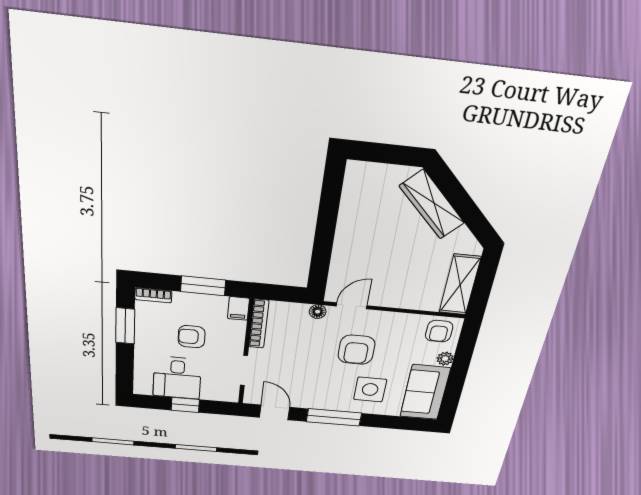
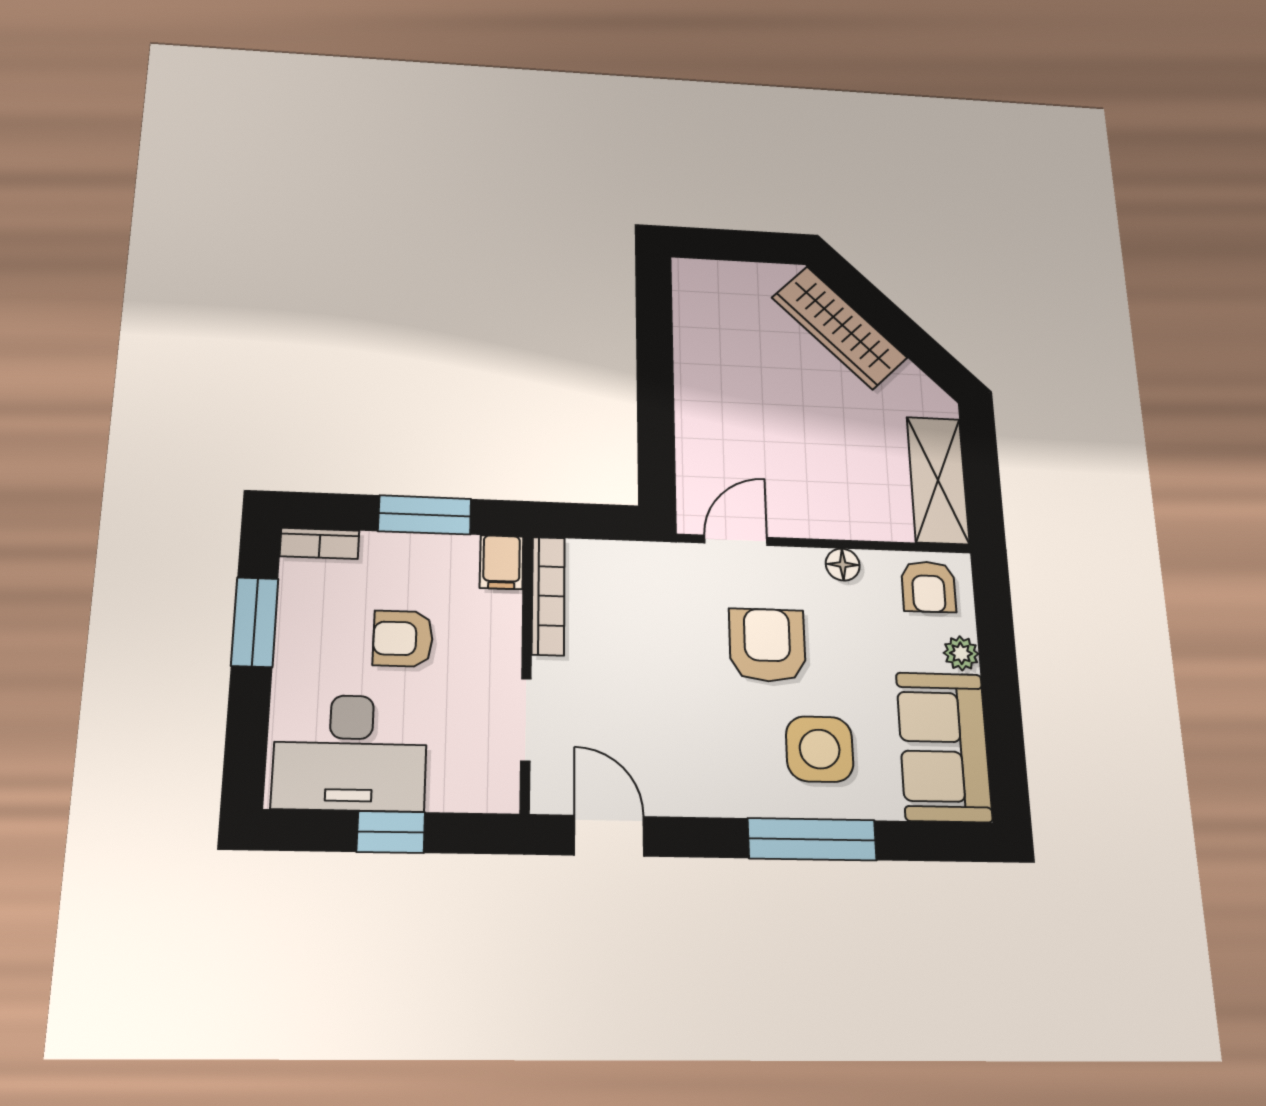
floor lamp: (318, 312) -> (843, 565), moved
armchair: (356, 350) -> (767, 645), turned 180
desk: (177, 378) -> (350, 753), width x1.37
window: (334, 417) -> (812, 839), moved

